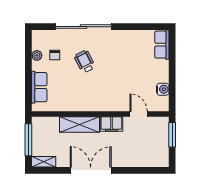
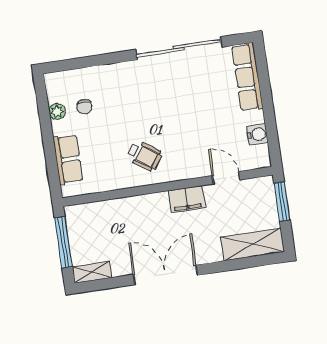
sliding door: (84, 27) -> (179, 48), moved
row of seats: (162, 45) -> (247, 77), width x1.48
wheelchair: (85, 62) -> (145, 156), moved, turned 152
shelving: (79, 125) -> (252, 244), moved

